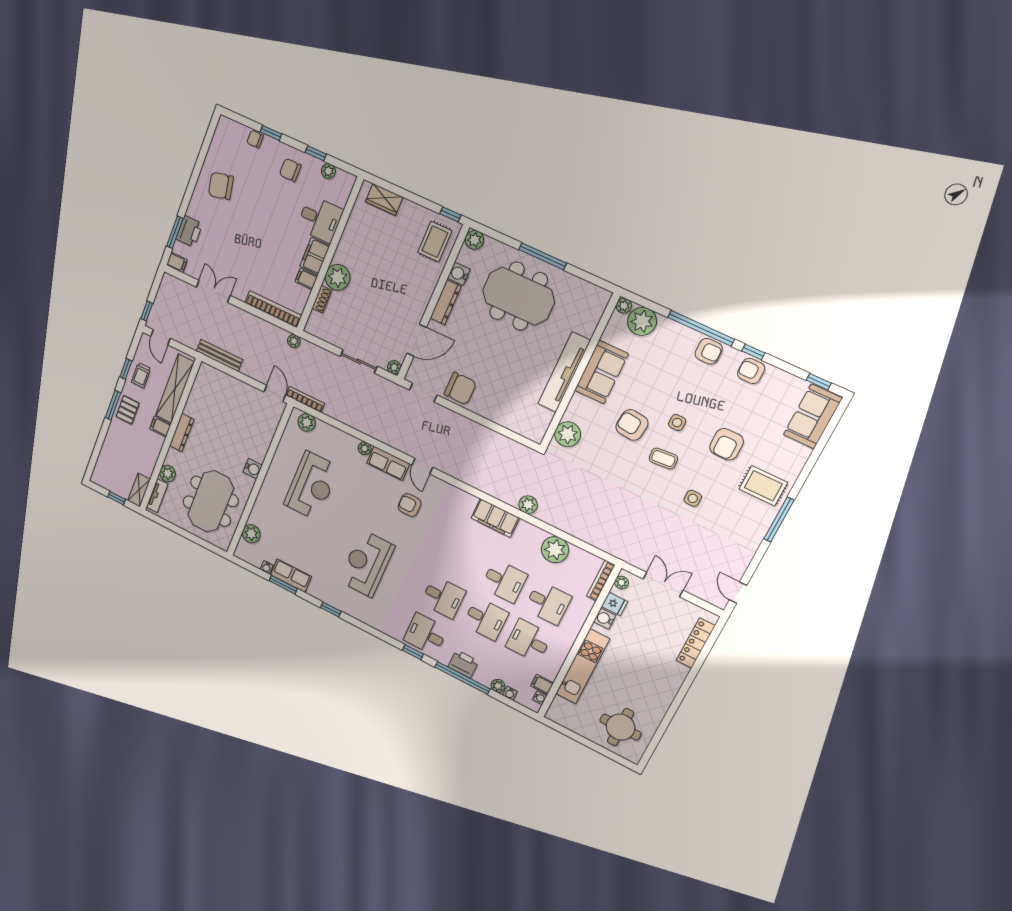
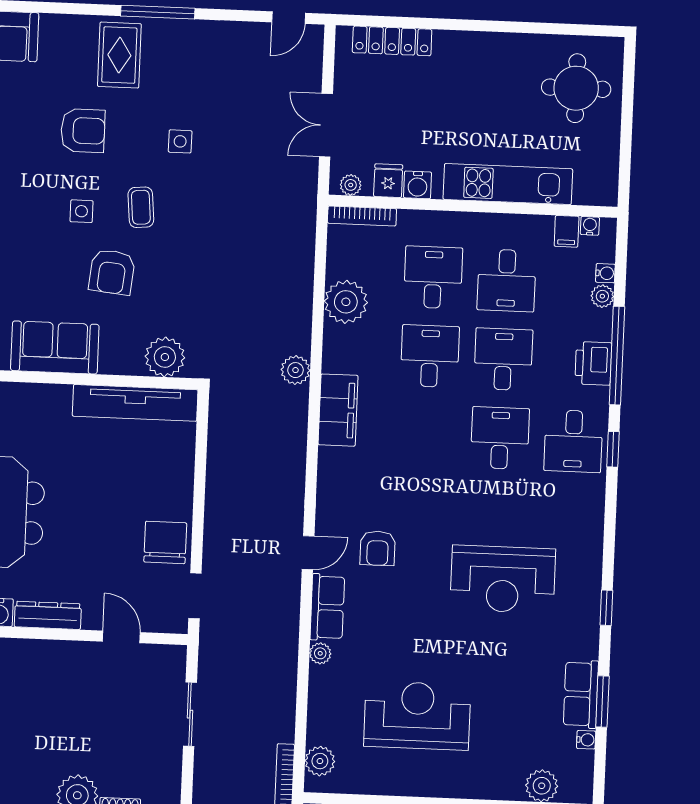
door: (417, 340) -> (121, 637), width x0.73
plant: (394, 367) -> (176, 656), removed
tv unit: (564, 372) -> (135, 403), moved

